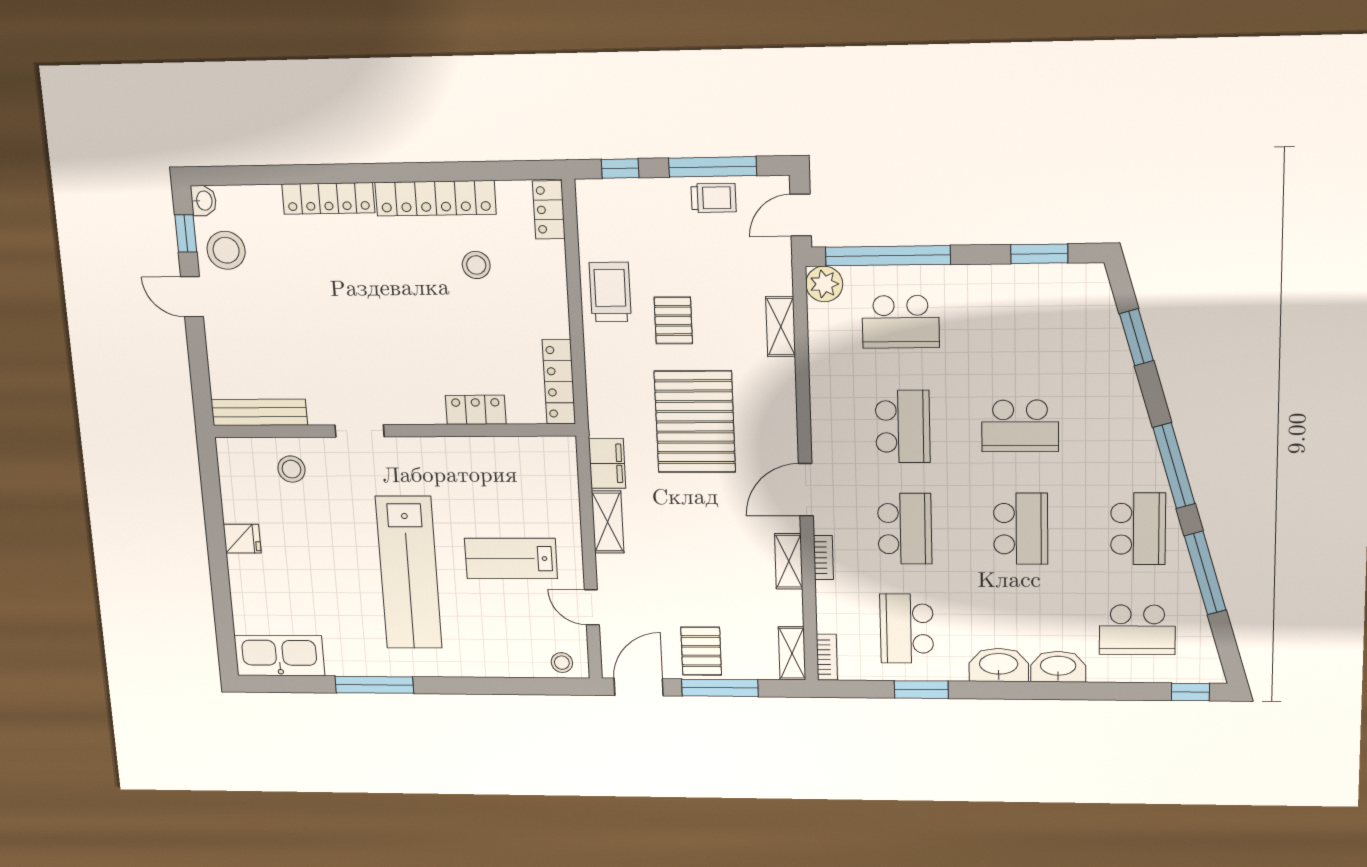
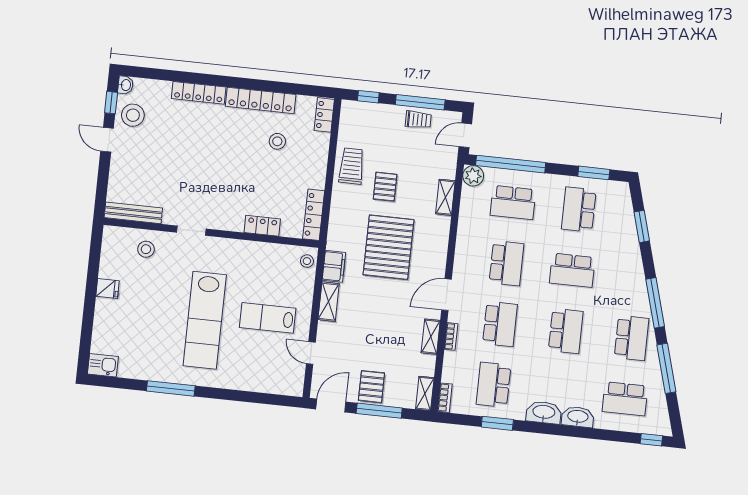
school desk: (1019, 321) -> (579, 210), added
kitchen sink: (279, 656) -> (103, 365), width x0.53, depth x0.81
stool: (562, 663) -> (307, 261), moved

